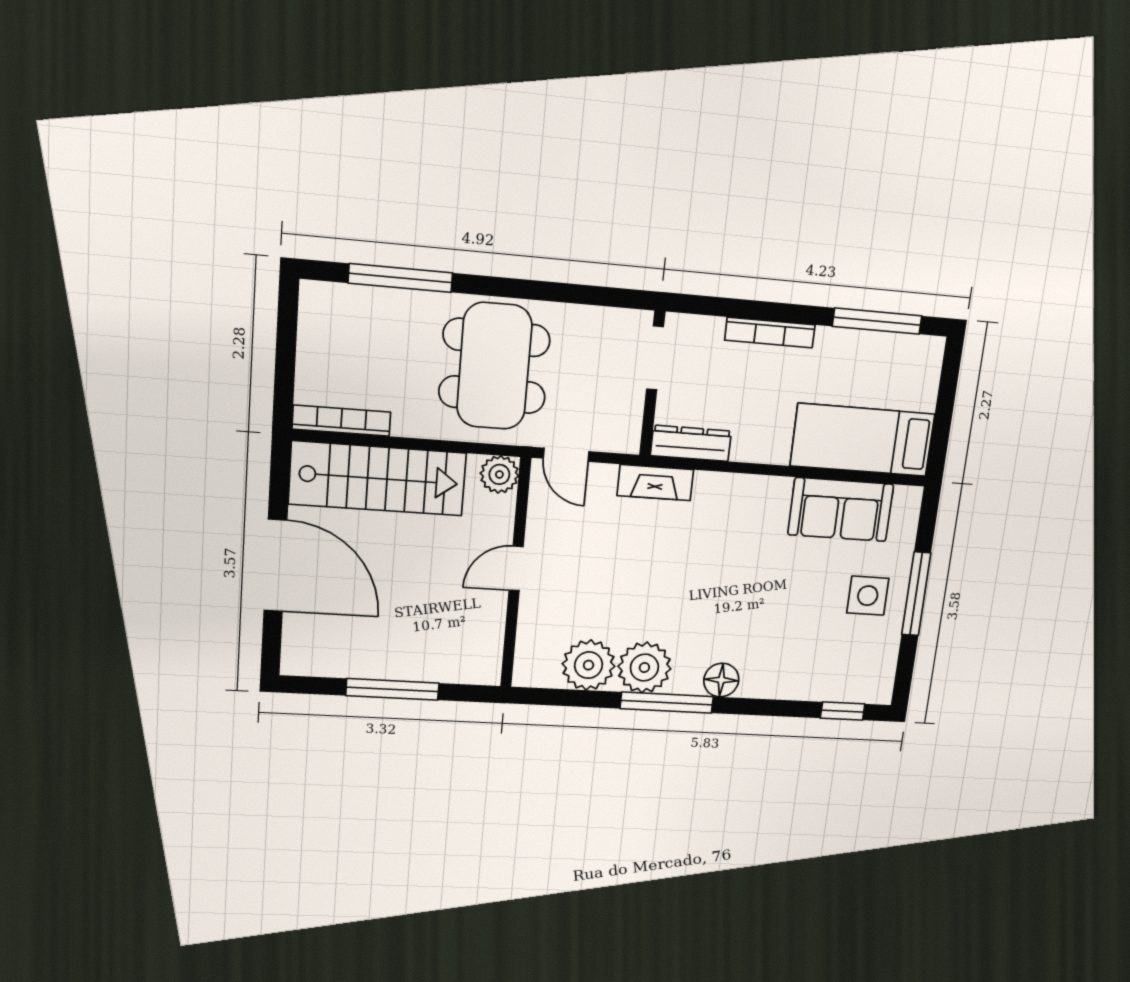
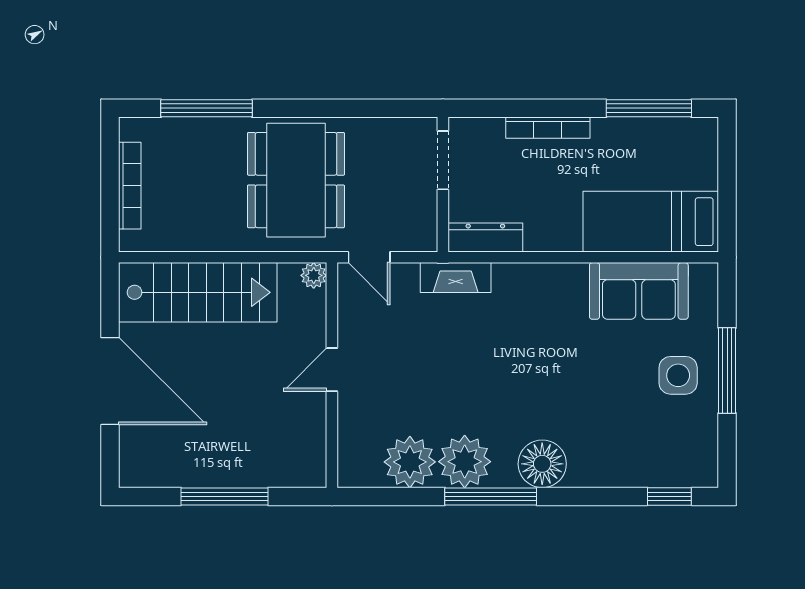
bookcase: (341, 421) -> (130, 186), moved, turned 90
plant: (499, 474) -> (314, 275), width x0.73, depth x0.73
floor lamp: (721, 680) -> (542, 464), width x1.38, depth x1.38

